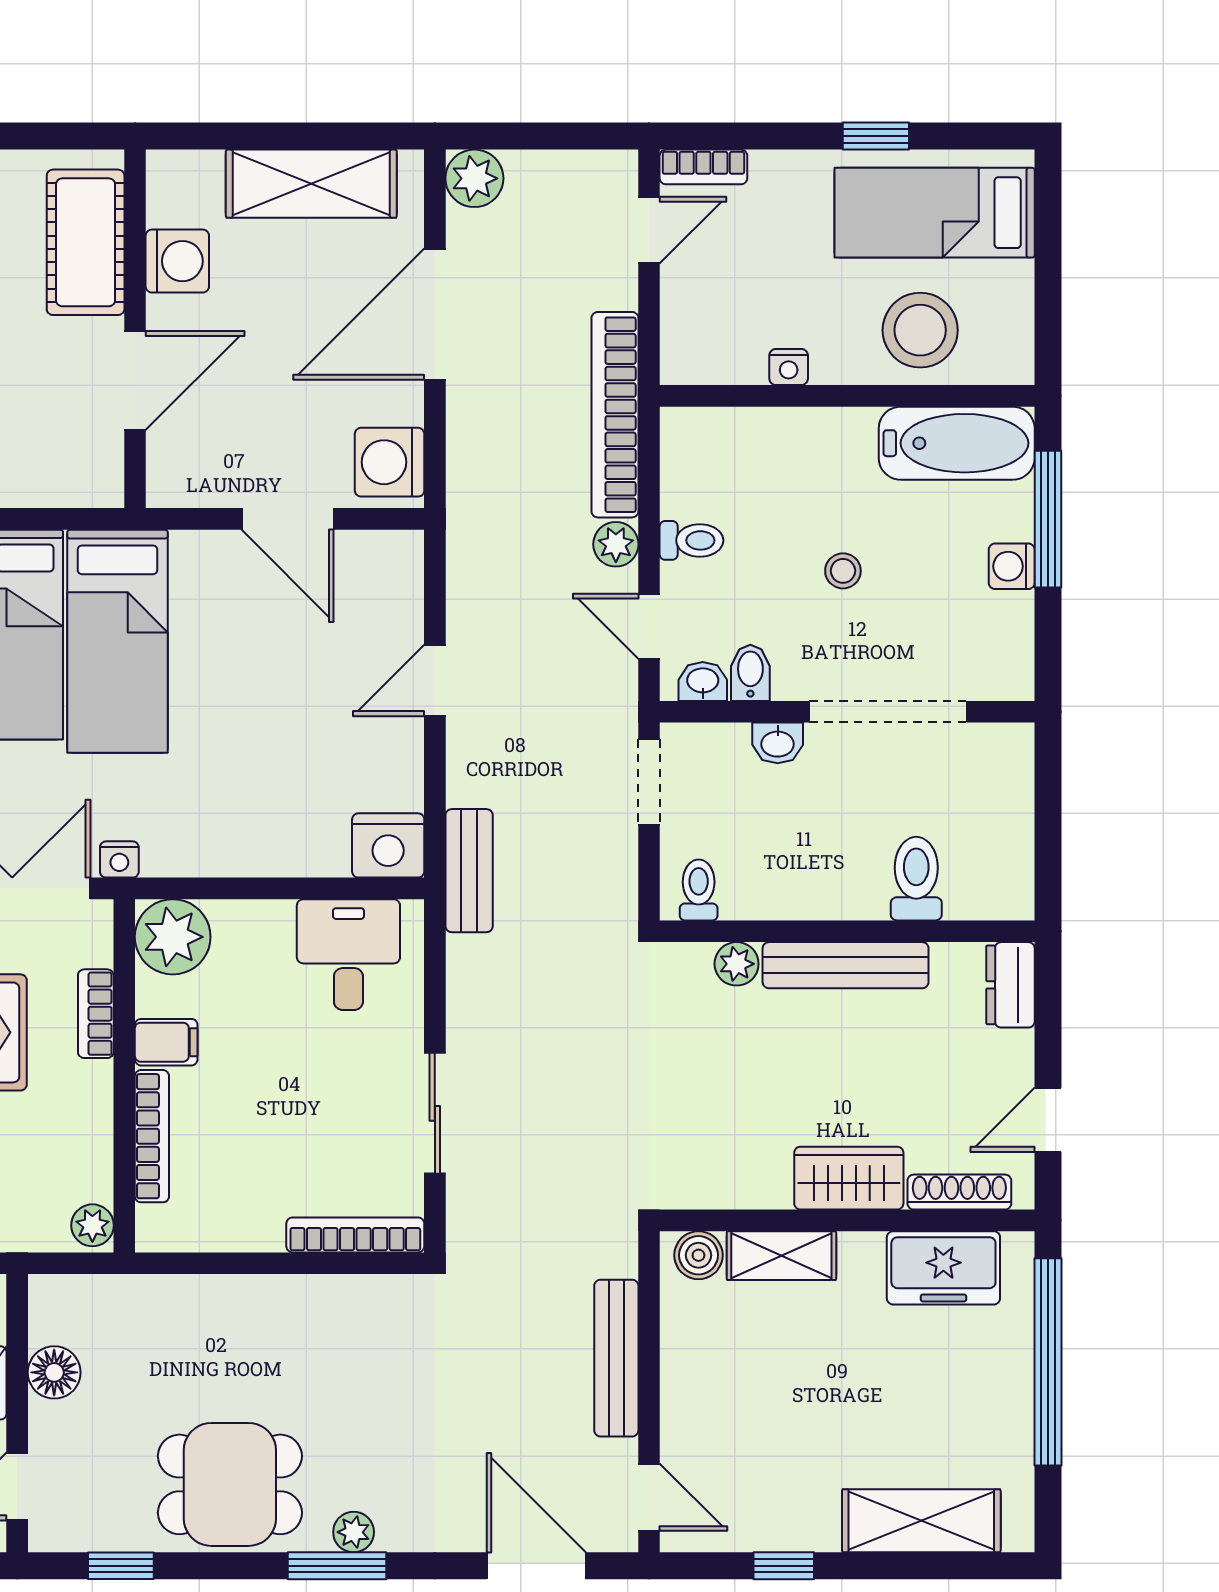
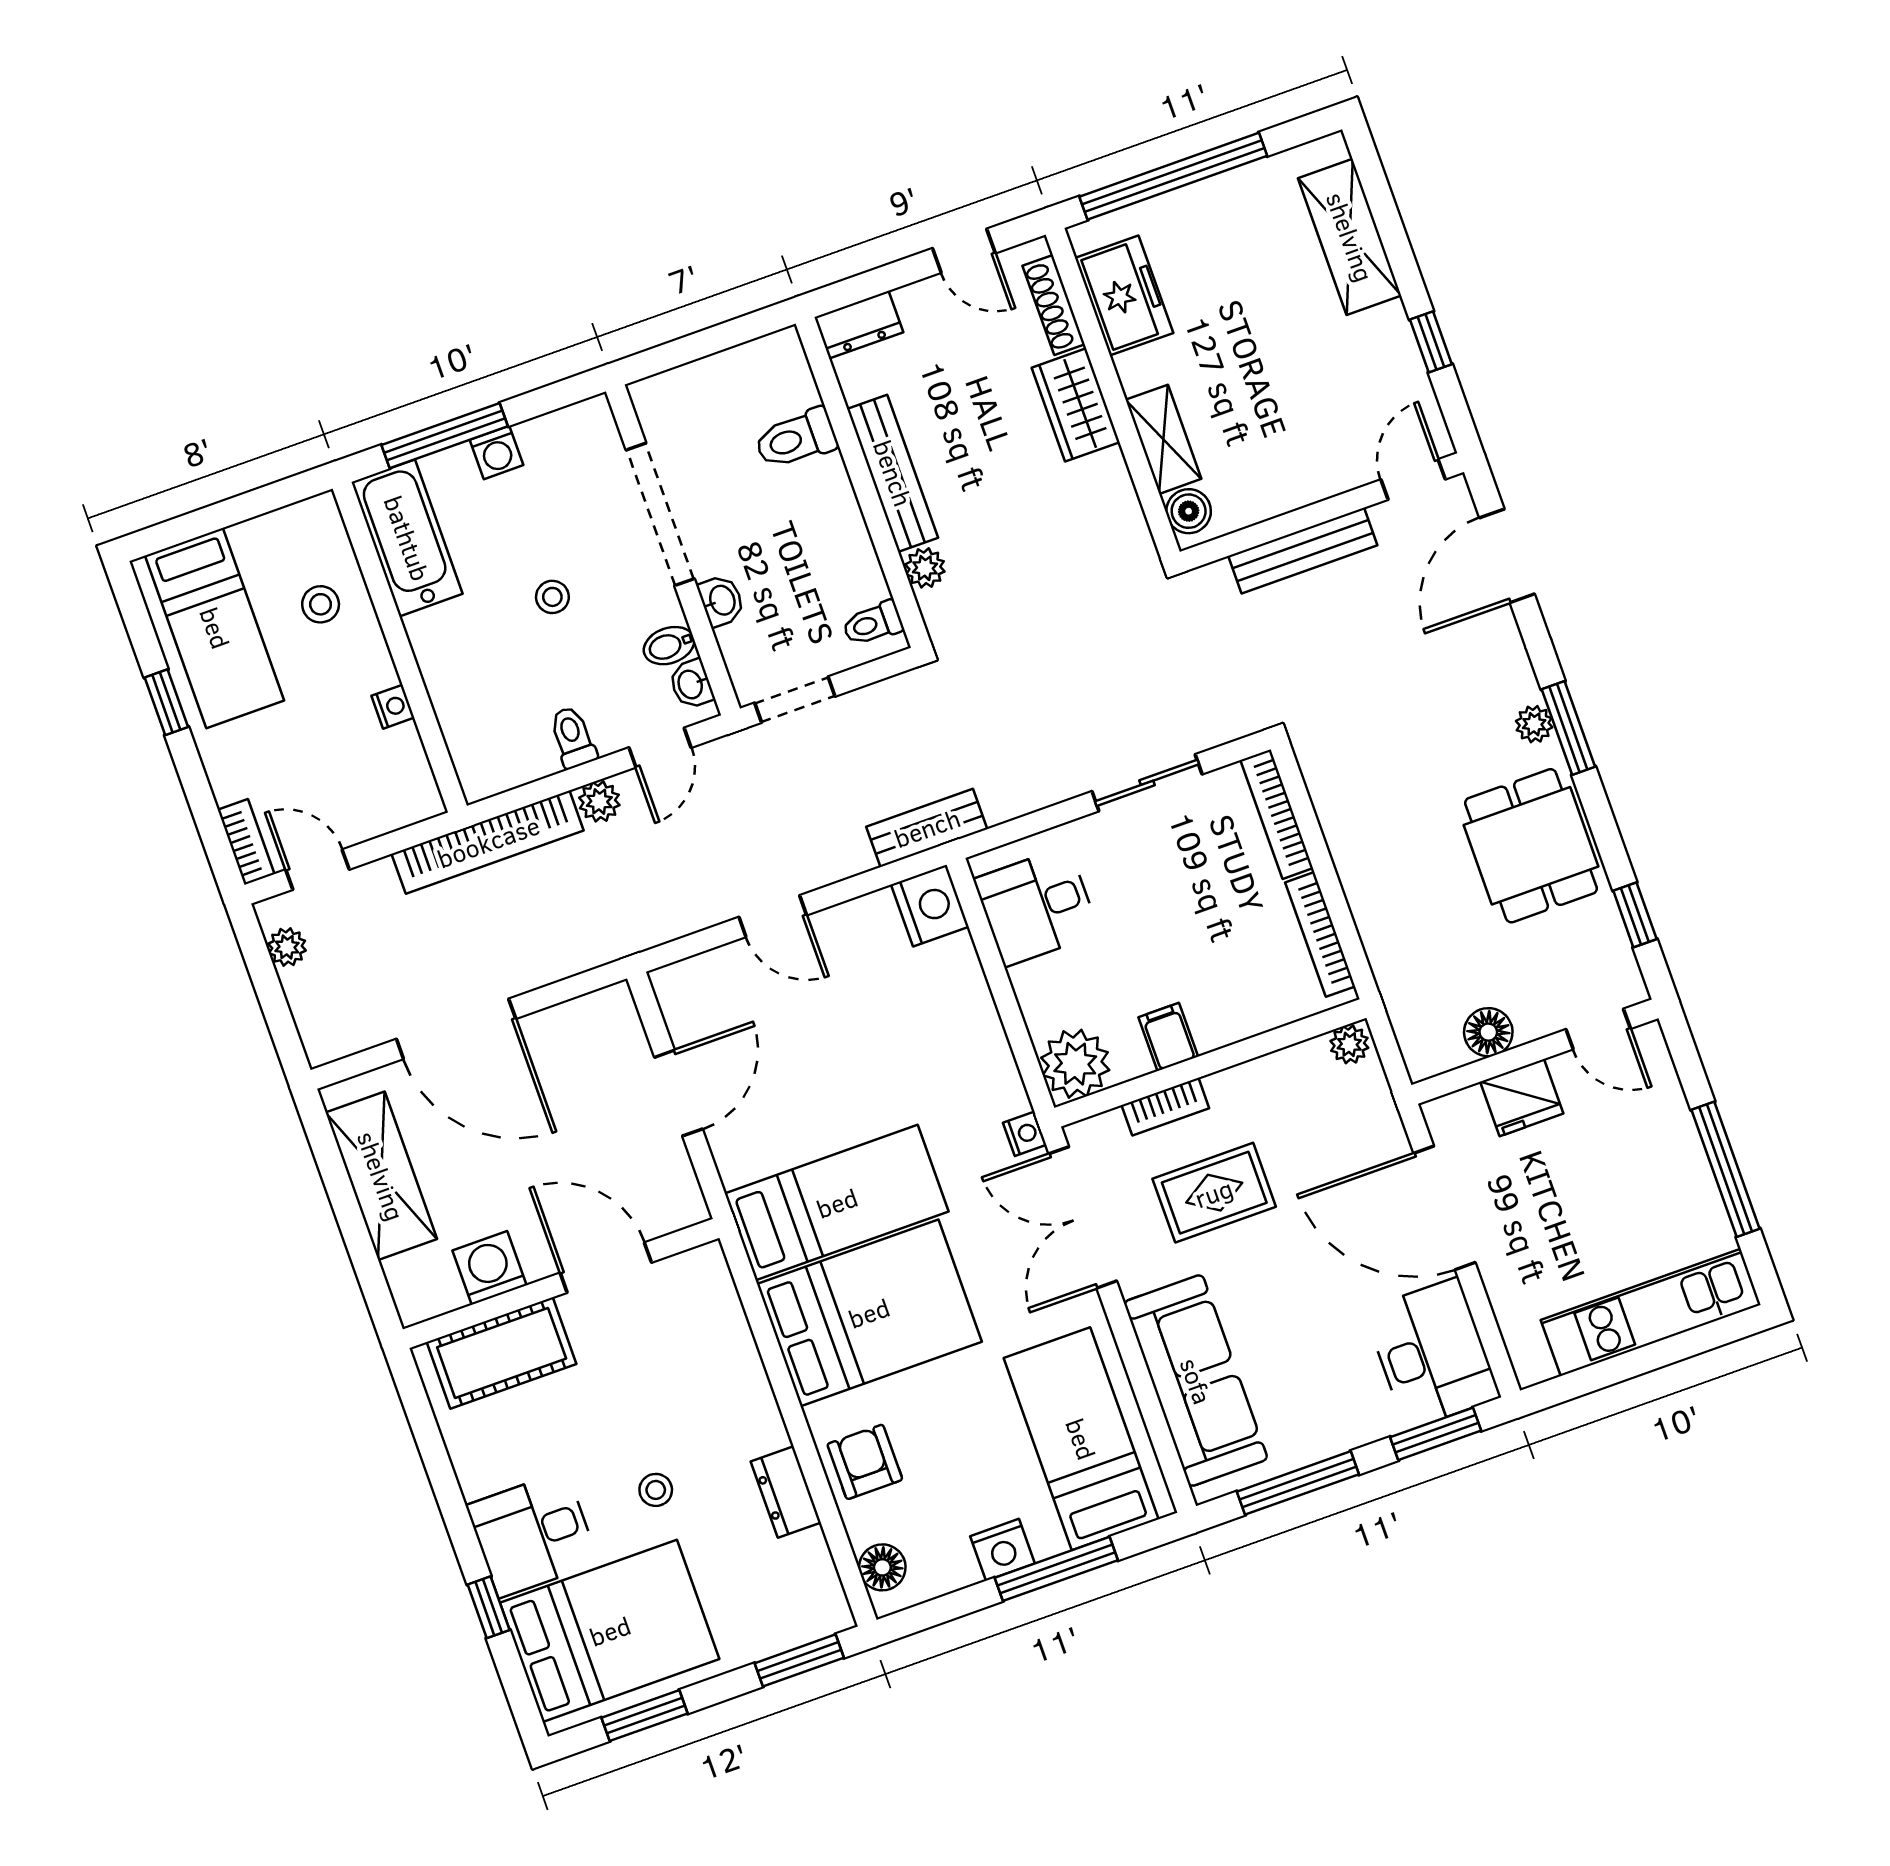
plant: (474, 178) -> (287, 947), moved, width x0.73, depth x0.73
stool: (920, 330) -> (321, 604), width x0.53, depth x0.53
washing machine: (390, 462) -> (598, 1022), removed
bookcase: (152, 1136) -> (1320, 934), moved, turned -90

